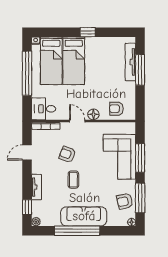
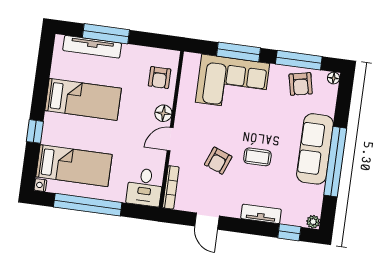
window: (88, 32) -> (35, 131), moved
bed: (74, 61) -> (83, 99), moved

